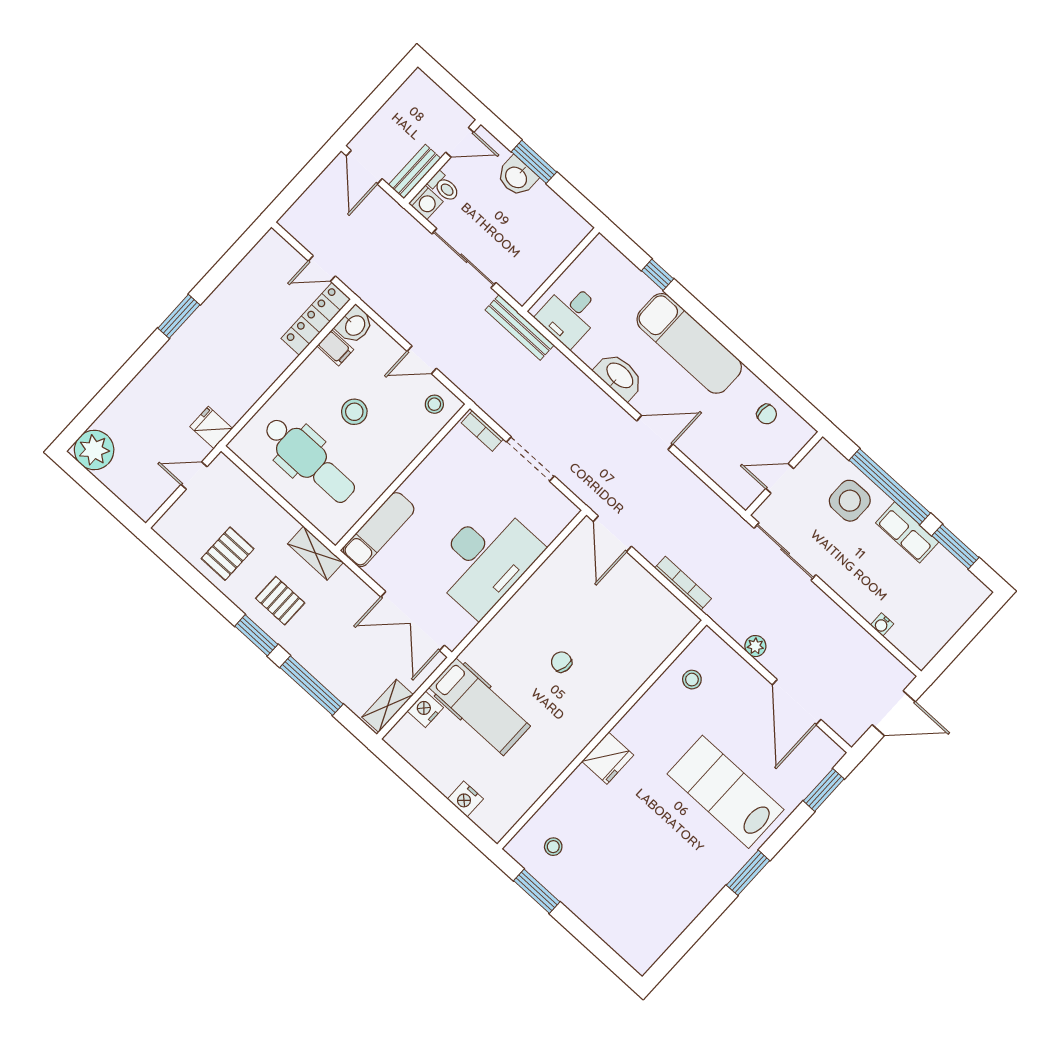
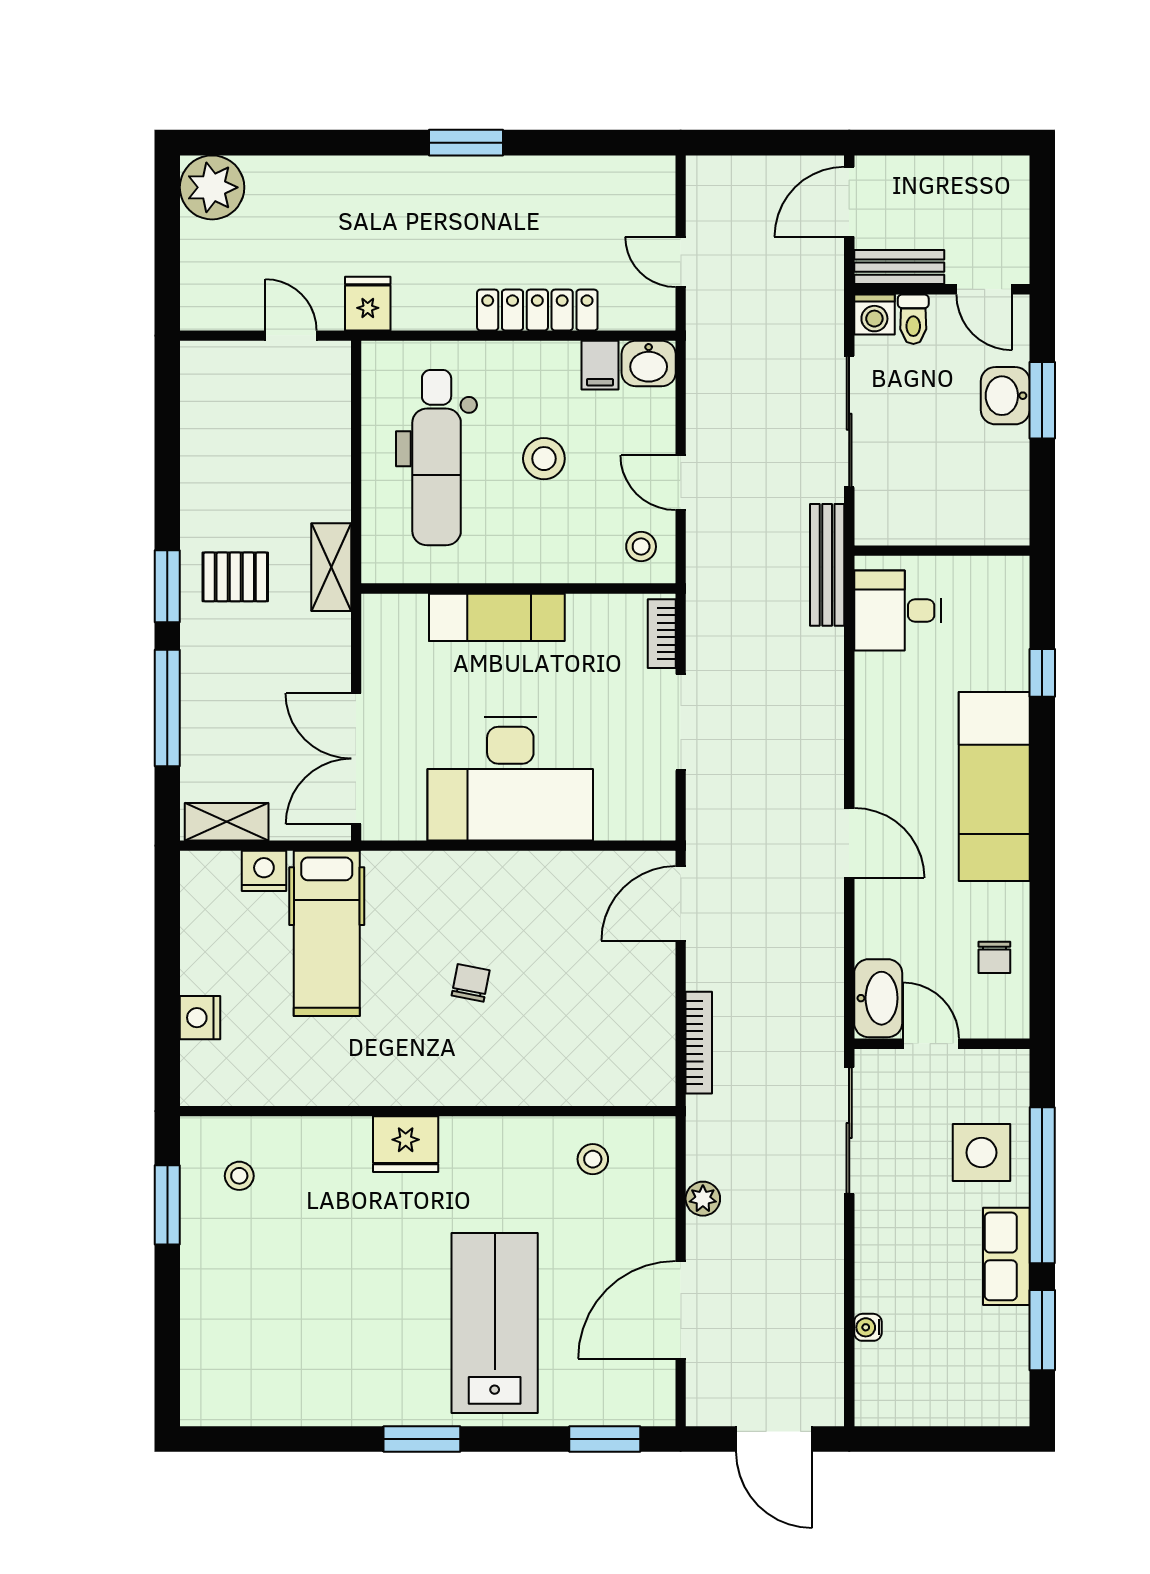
locker: (316, 319) -> (537, 310), moved
washbasin: (619, 376) -> (878, 998), moved
exam couch: (379, 530) -> (497, 617), moved
pallet: (228, 554) -> (234, 462), removed
pallet: (280, 601) -> (235, 577), turned 90

